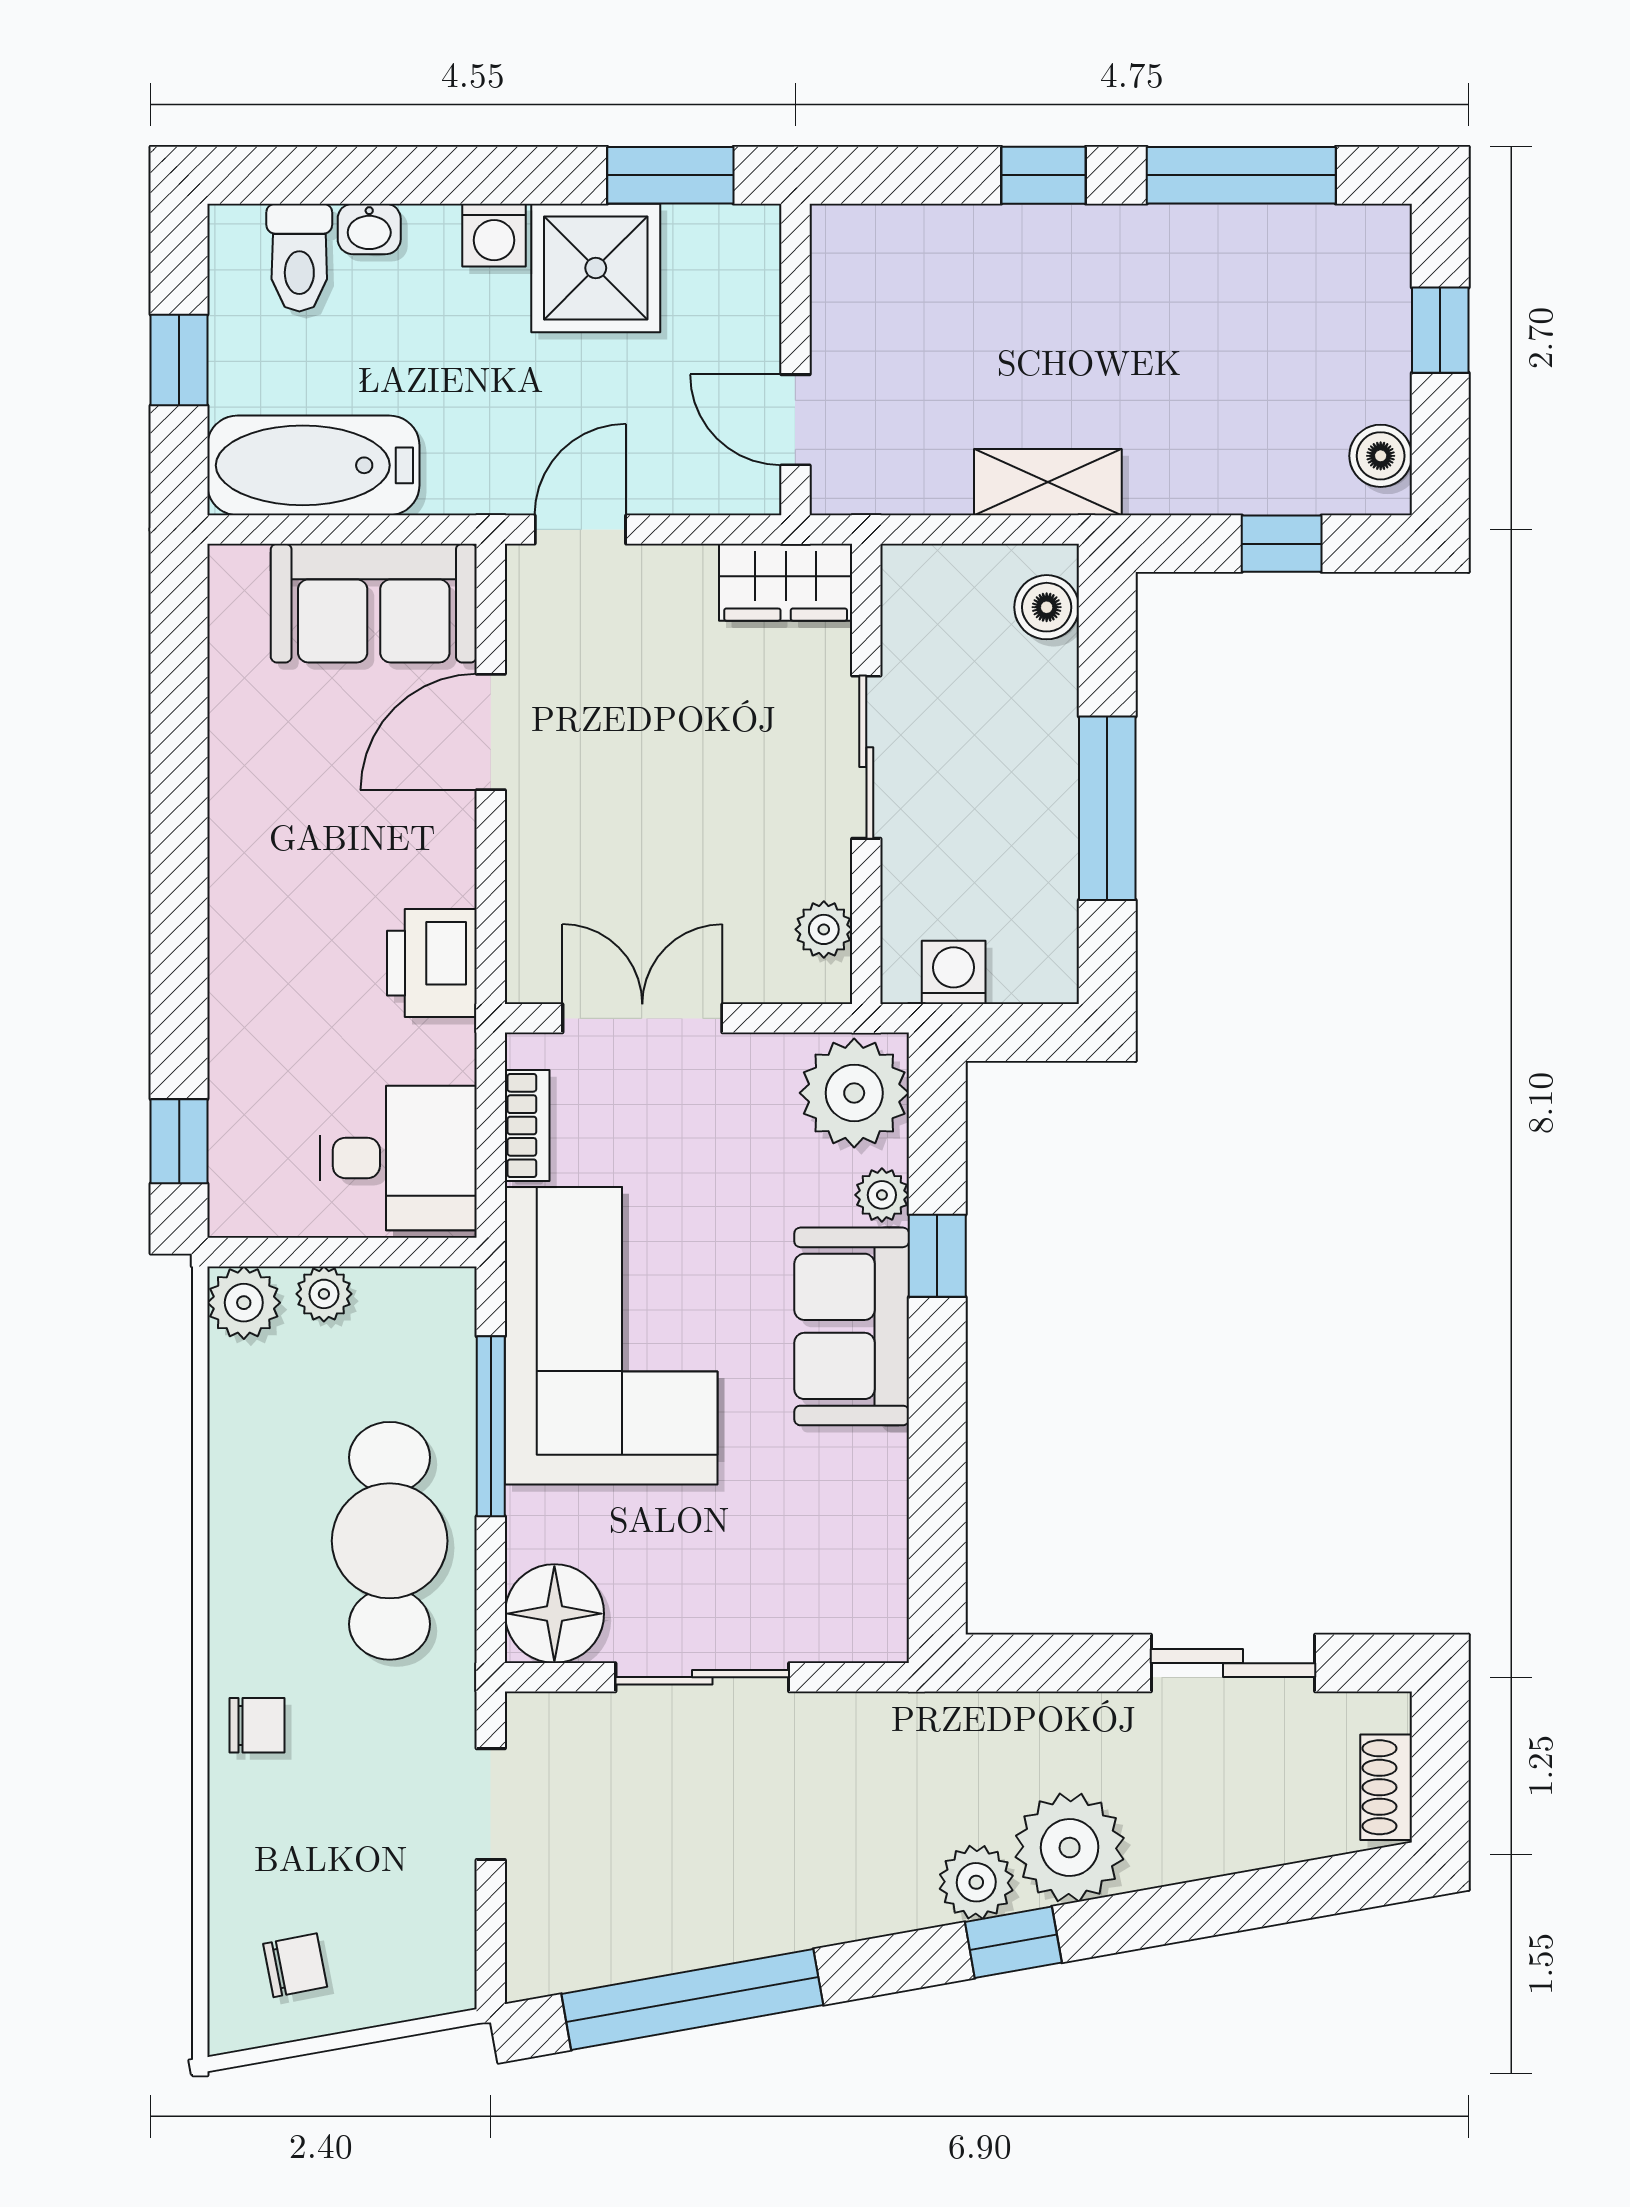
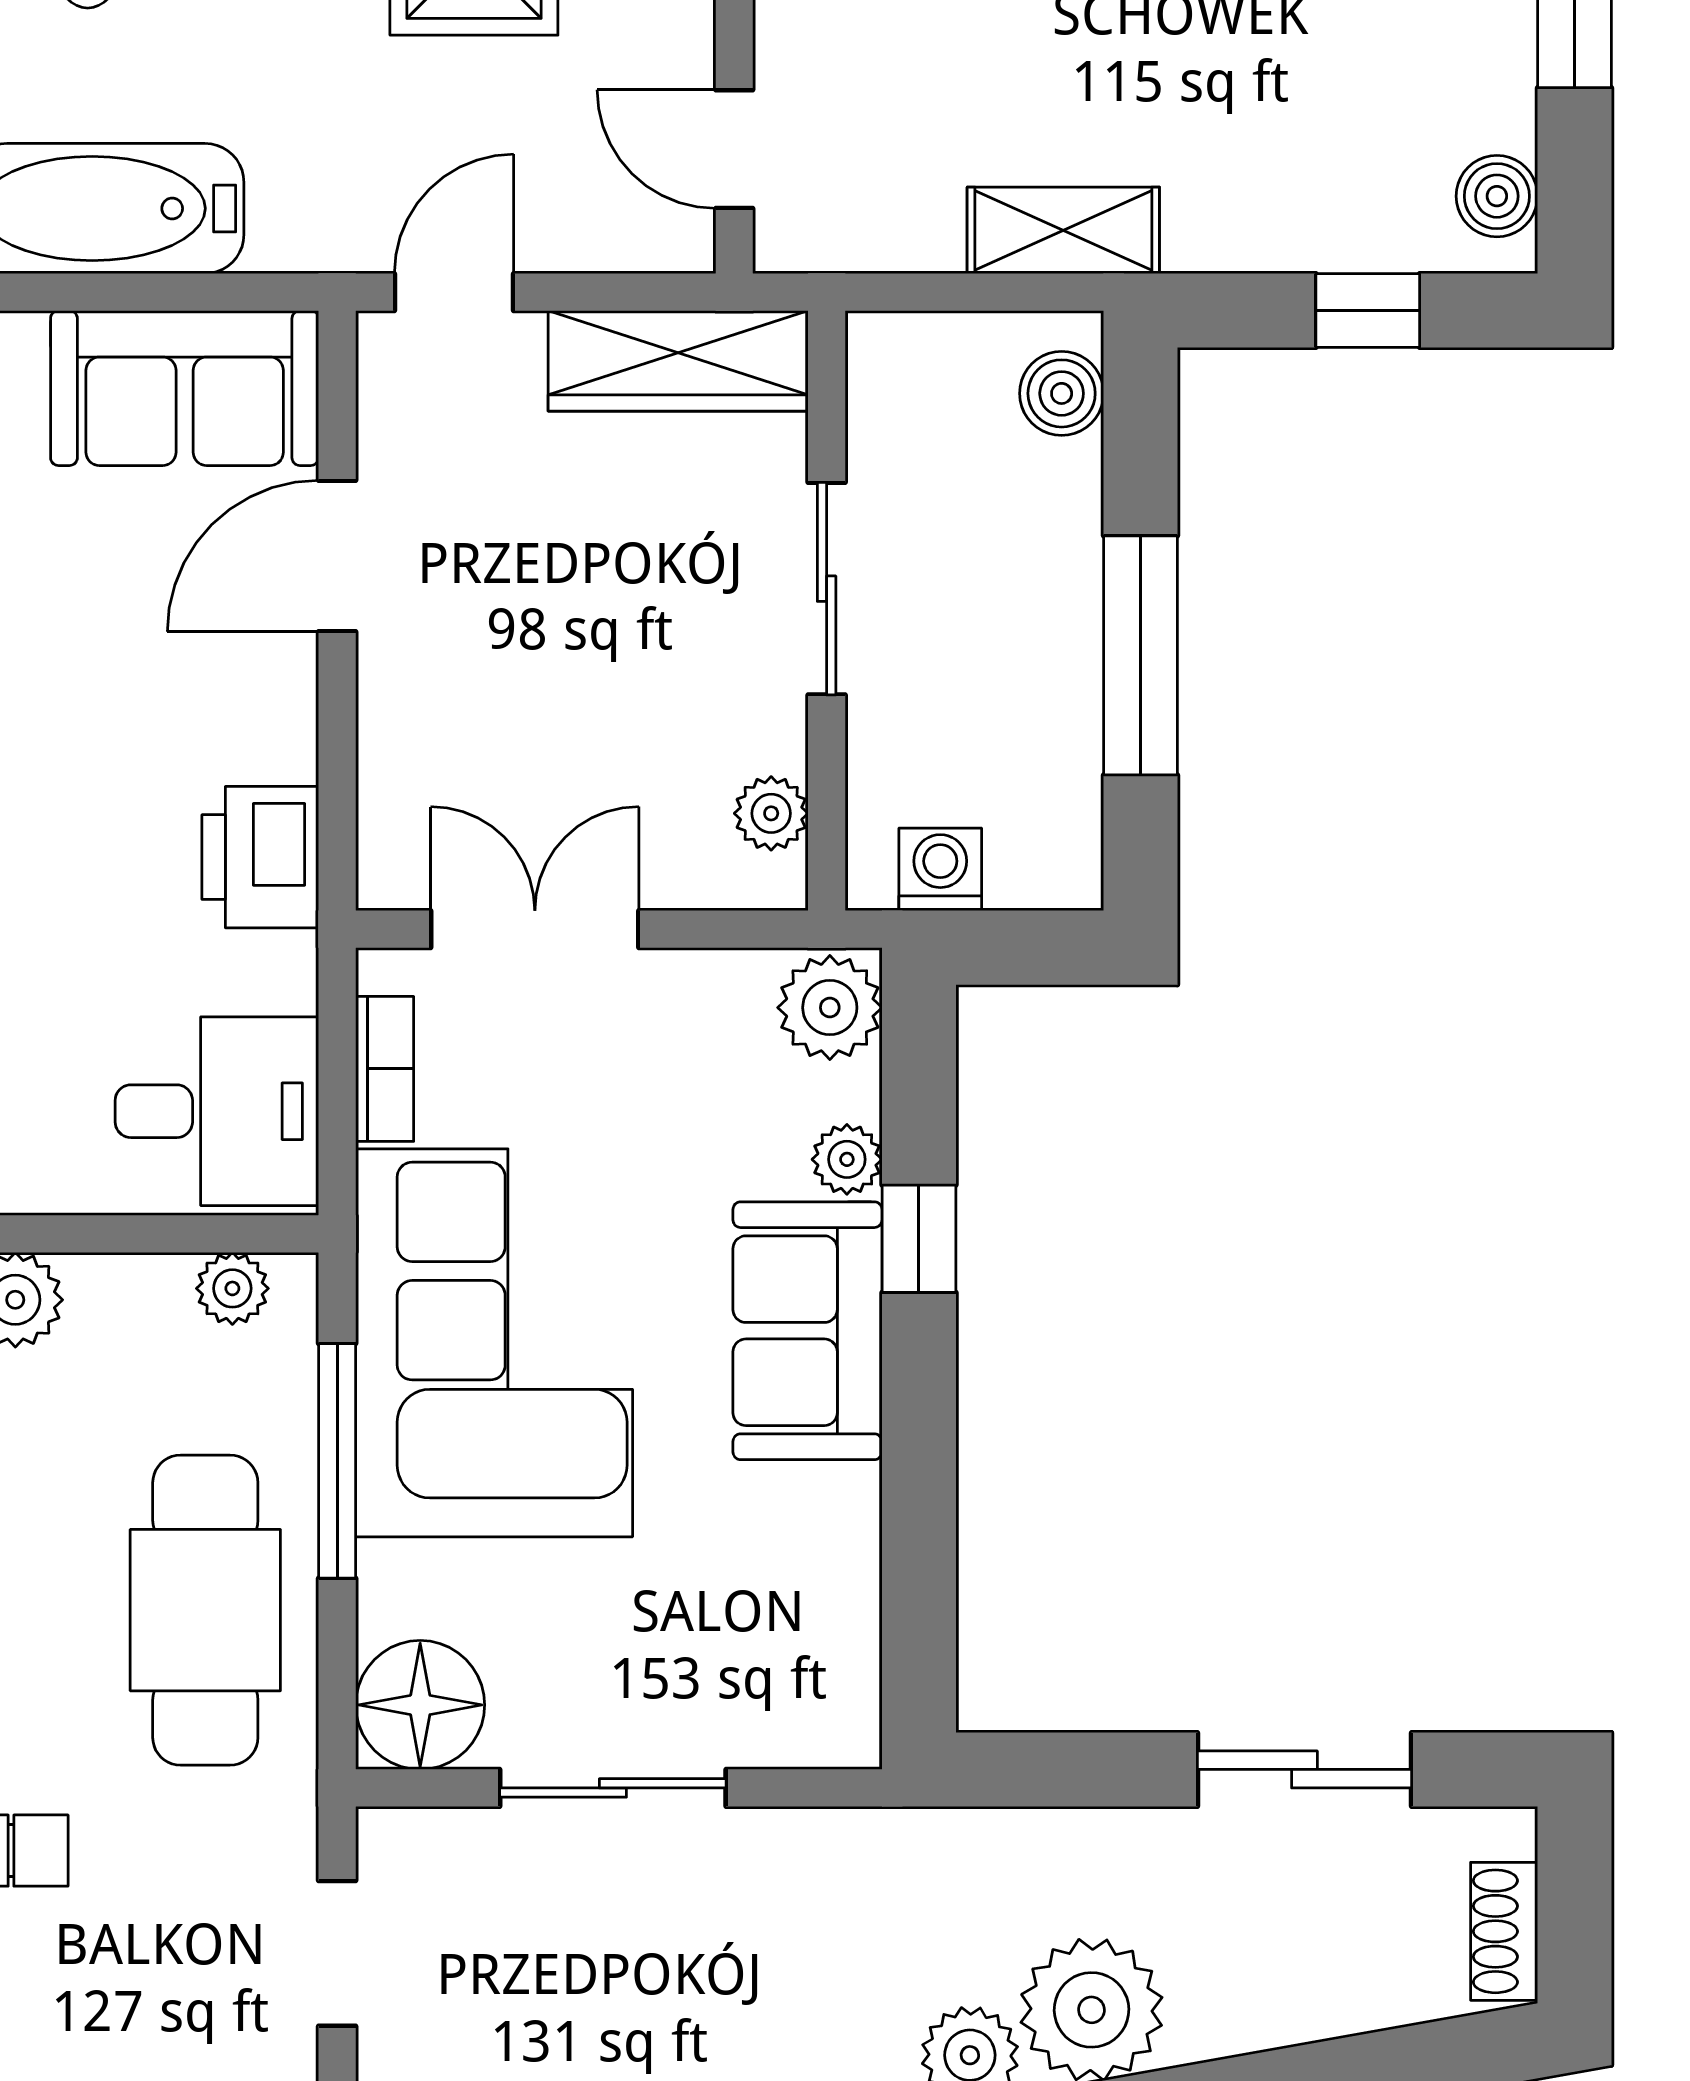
wardrobe: (786, 582) -> (678, 361), width x1.50
plant: (854, 1093) -> (830, 1008), width x0.73, depth x0.73
plant: (324, 1294) -> (232, 1288), moved

